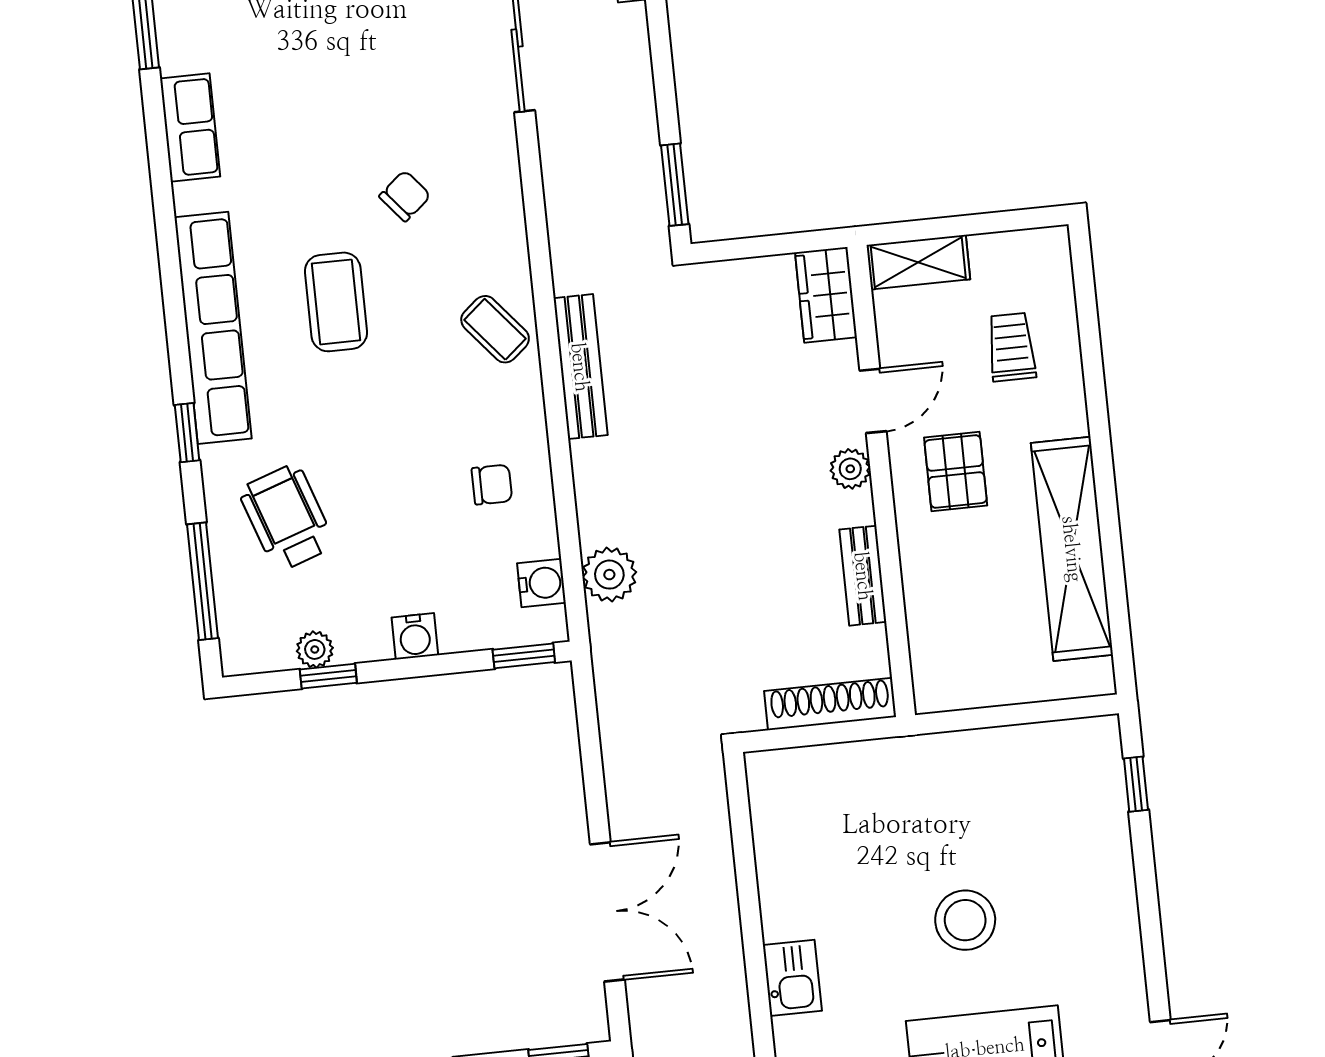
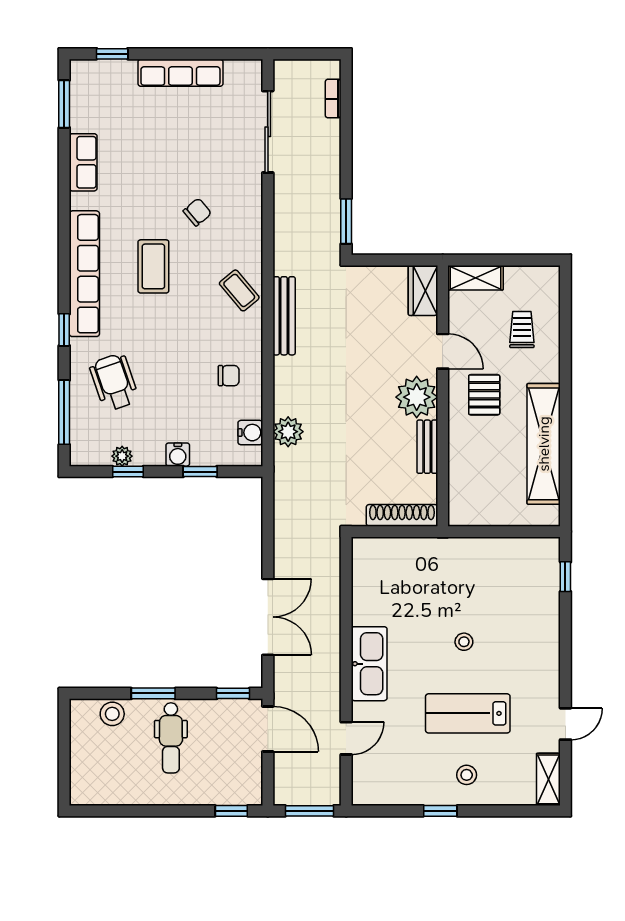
door: (873, 401) -> (443, 351), hinge flipped
plant: (850, 469) -> (417, 397), width x1.87, depth x1.87
window: (524, 656) -> (200, 472), moved
stool: (965, 920) -> (464, 642), width x0.53, depth x0.53
kitchen sink: (792, 978) -> (369, 664), width x1.88, depth x1.24

